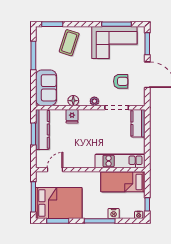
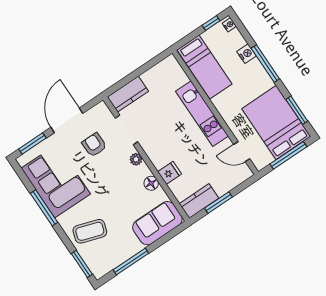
window: (116, 24) -> (44, 208), moved
kitchen counter: (42, 129) -> (199, 201), width x0.67
kitchen unit: (120, 161) -> (202, 114), moved

